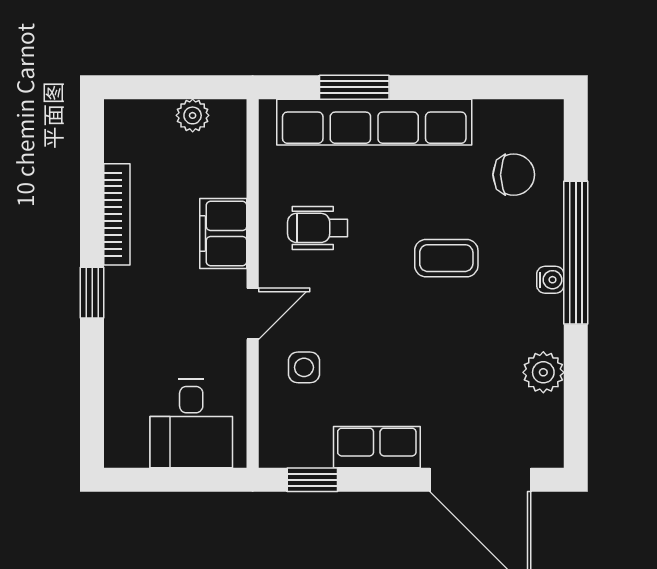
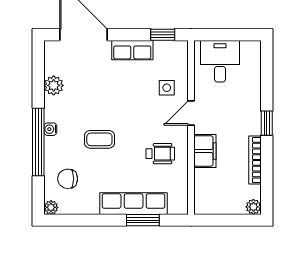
plant: (549, 114) -> (51, 207), added
plant: (193, 115) -> (253, 207), moved
row of seats: (374, 122) -> (134, 204), width x0.73

